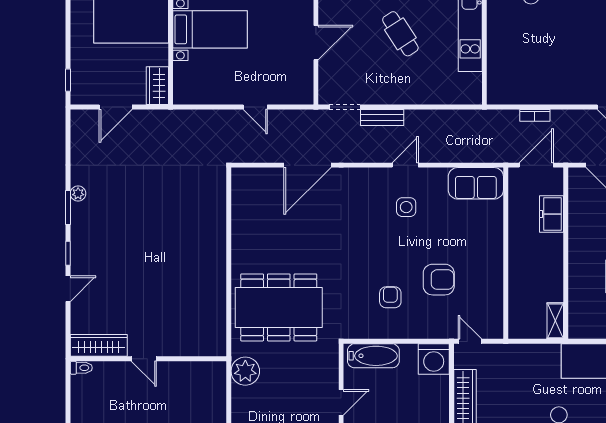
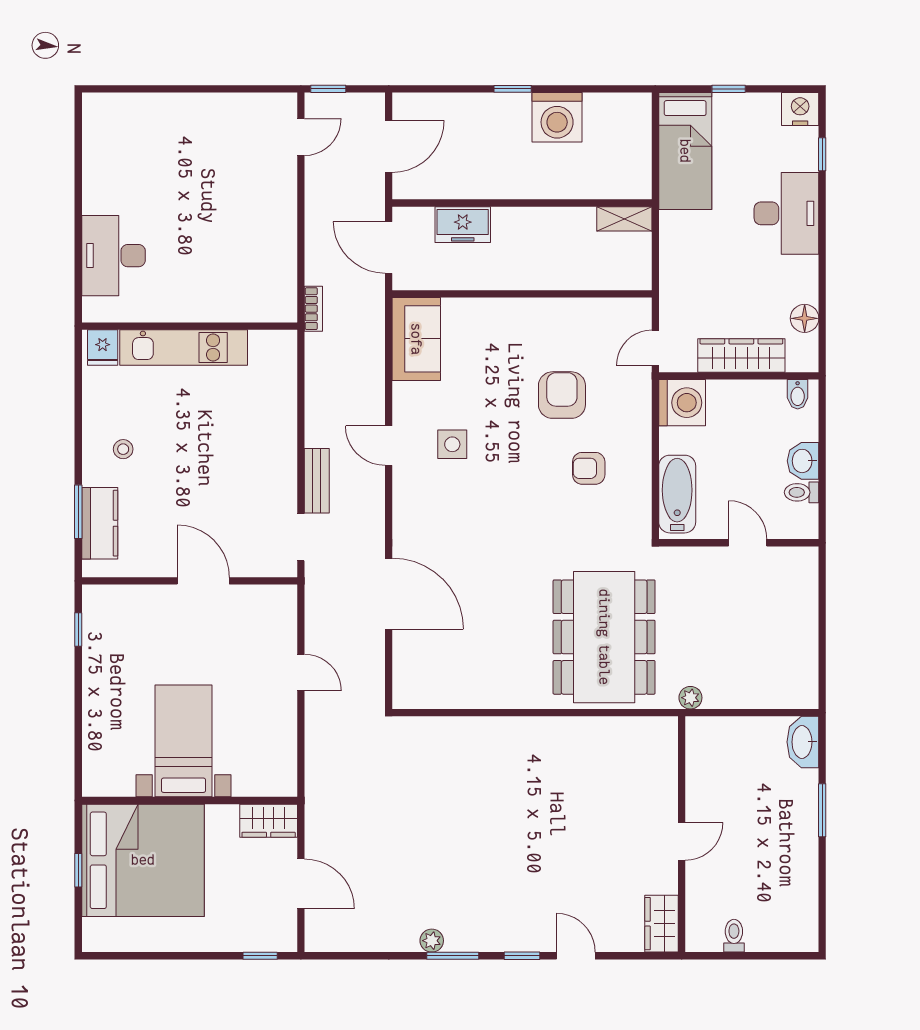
cafe table: (400, 34) -> (190, 453), removed
door: (255, 107) -> (301, 672), hinge flipped
bookcase: (535, 115) -> (313, 309), moved
wardrobe: (99, 345) -> (662, 924), width x0.67
toilet: (81, 368) -> (734, 936), moved
plant: (245, 371) -> (690, 698), width x0.53, depth x0.53

